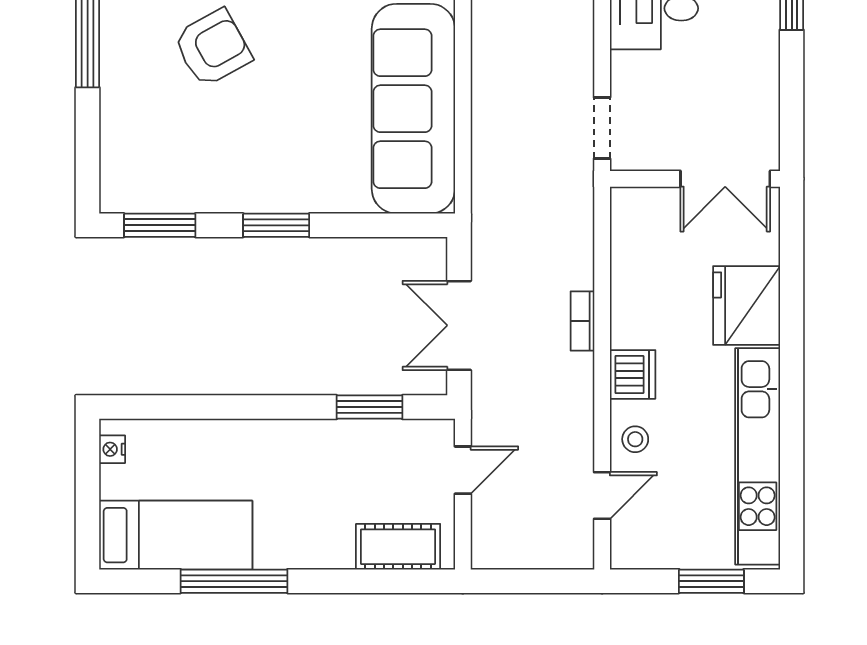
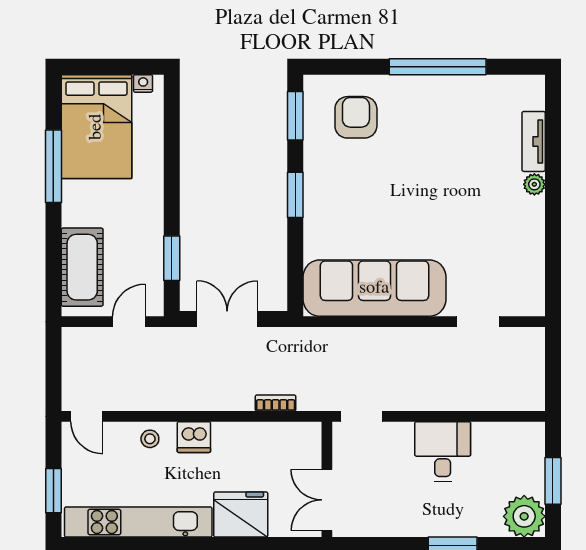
armchair: (213, 48) -> (356, 117), moved, turned -151
bookcase: (582, 321) -> (276, 403), moved
door: (463, 470) -> (129, 322), swing flipped
door: (602, 495) -> (87, 416), moved
bed: (176, 535) -> (96, 127), width x1.50
cot: (398, 547) -> (82, 267), width x1.37, depth x1.34

